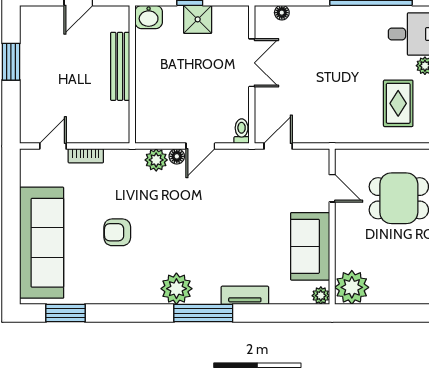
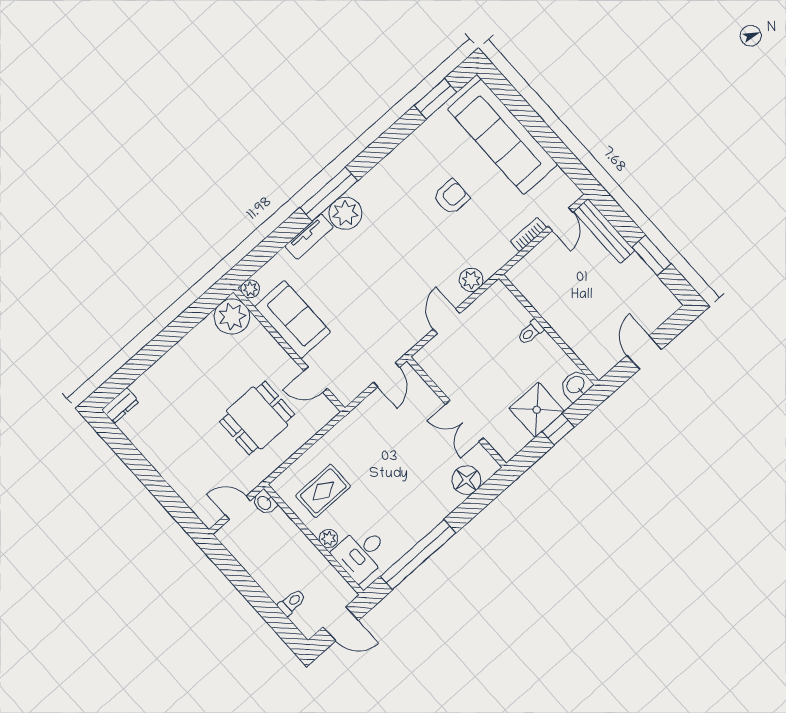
floor lamp: (282, 13) -> (466, 480), width x1.89, depth x1.89
shower: (198, 19) -> (537, 410), width x1.36, depth x1.36
bench: (120, 66) -> (604, 231), moved
rug: (398, 103) -> (323, 491), turned 90
toilet: (242, 131) -> (530, 332), moved, turned 90
floor lamp: (177, 156) -> (458, 297), removed
plant: (176, 289) -> (345, 213), moved

